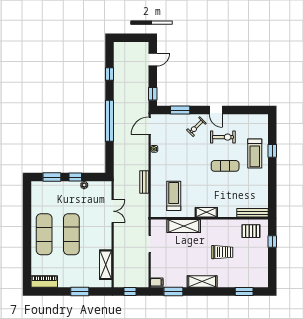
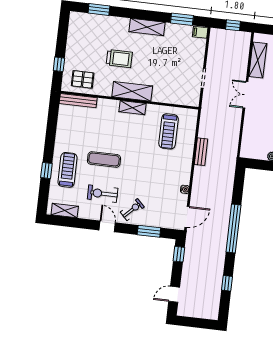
shelving: (253, 119) -> (65, 211), added
double door: (113, 211) -> (245, 95), moved
shelving: (184, 226) -> (132, 91), moved
trolley: (222, 252) -> (119, 59), turned 180

